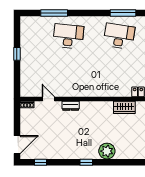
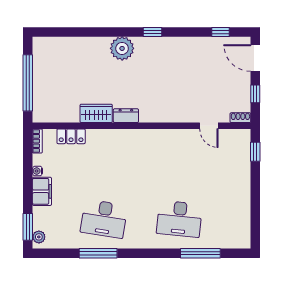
window: (17, 54) -> (255, 152), moved
dresser: (71, 106) -> (126, 116), moved
window: (17, 120) -> (255, 94), added
door: (17, 145) -> (255, 58), hinge flipped

